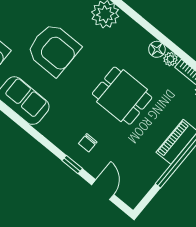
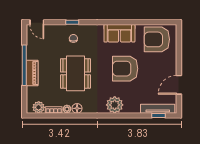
dining table: (122, 96) -> (75, 73), width x1.37
door: (103, 190) -> (37, 22), moved

